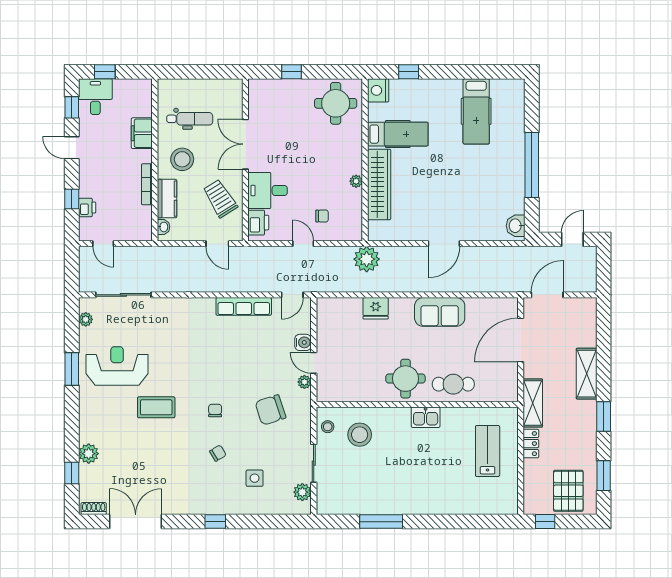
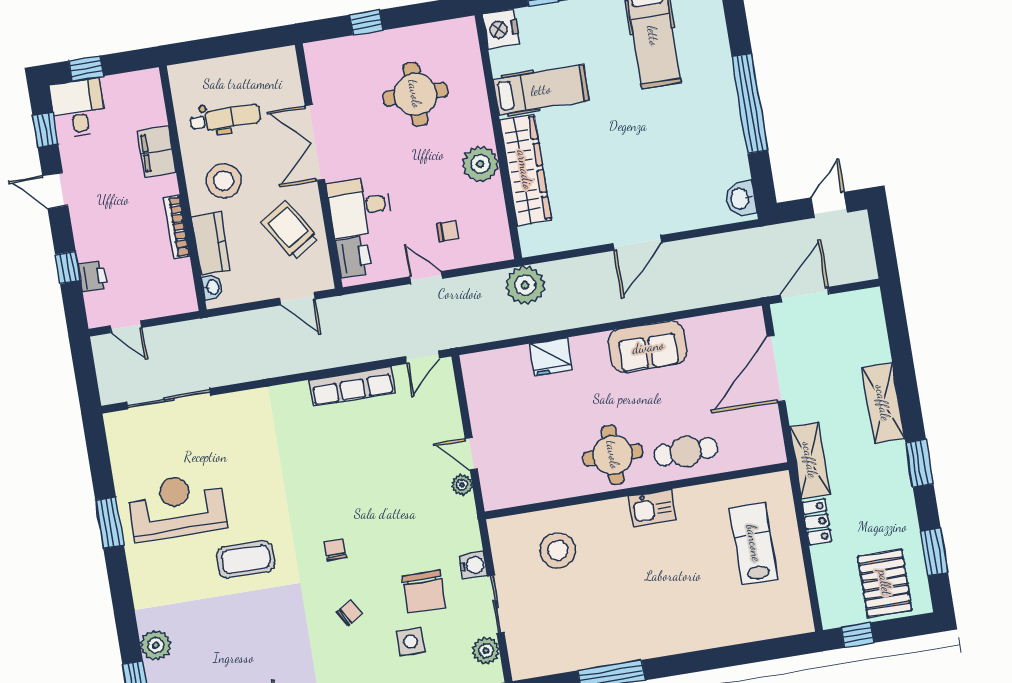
round table: (336, 103) -> (415, 94), moved
plant: (356, 181) -> (480, 164), width x1.87, depth x1.87
plant: (86, 319) -> (118, 445), removed
water cooler: (303, 342) -> (473, 565), moved
chair: (270, 410) -> (424, 592), moved, turned -72
stool: (328, 427) -> (508, 546), removed

